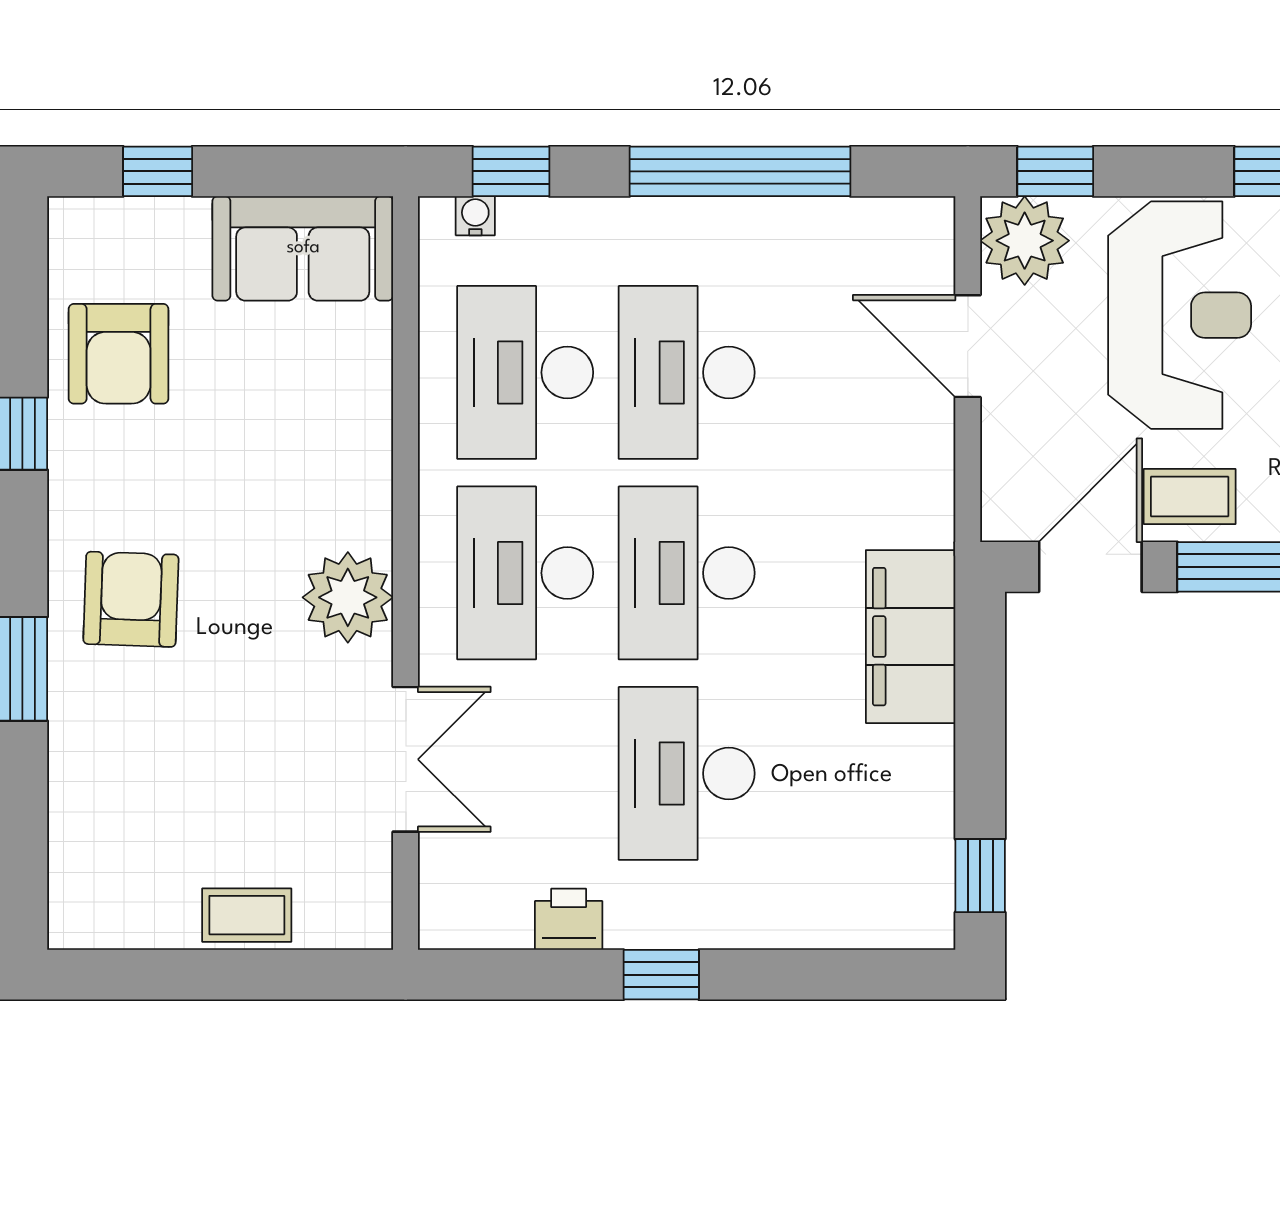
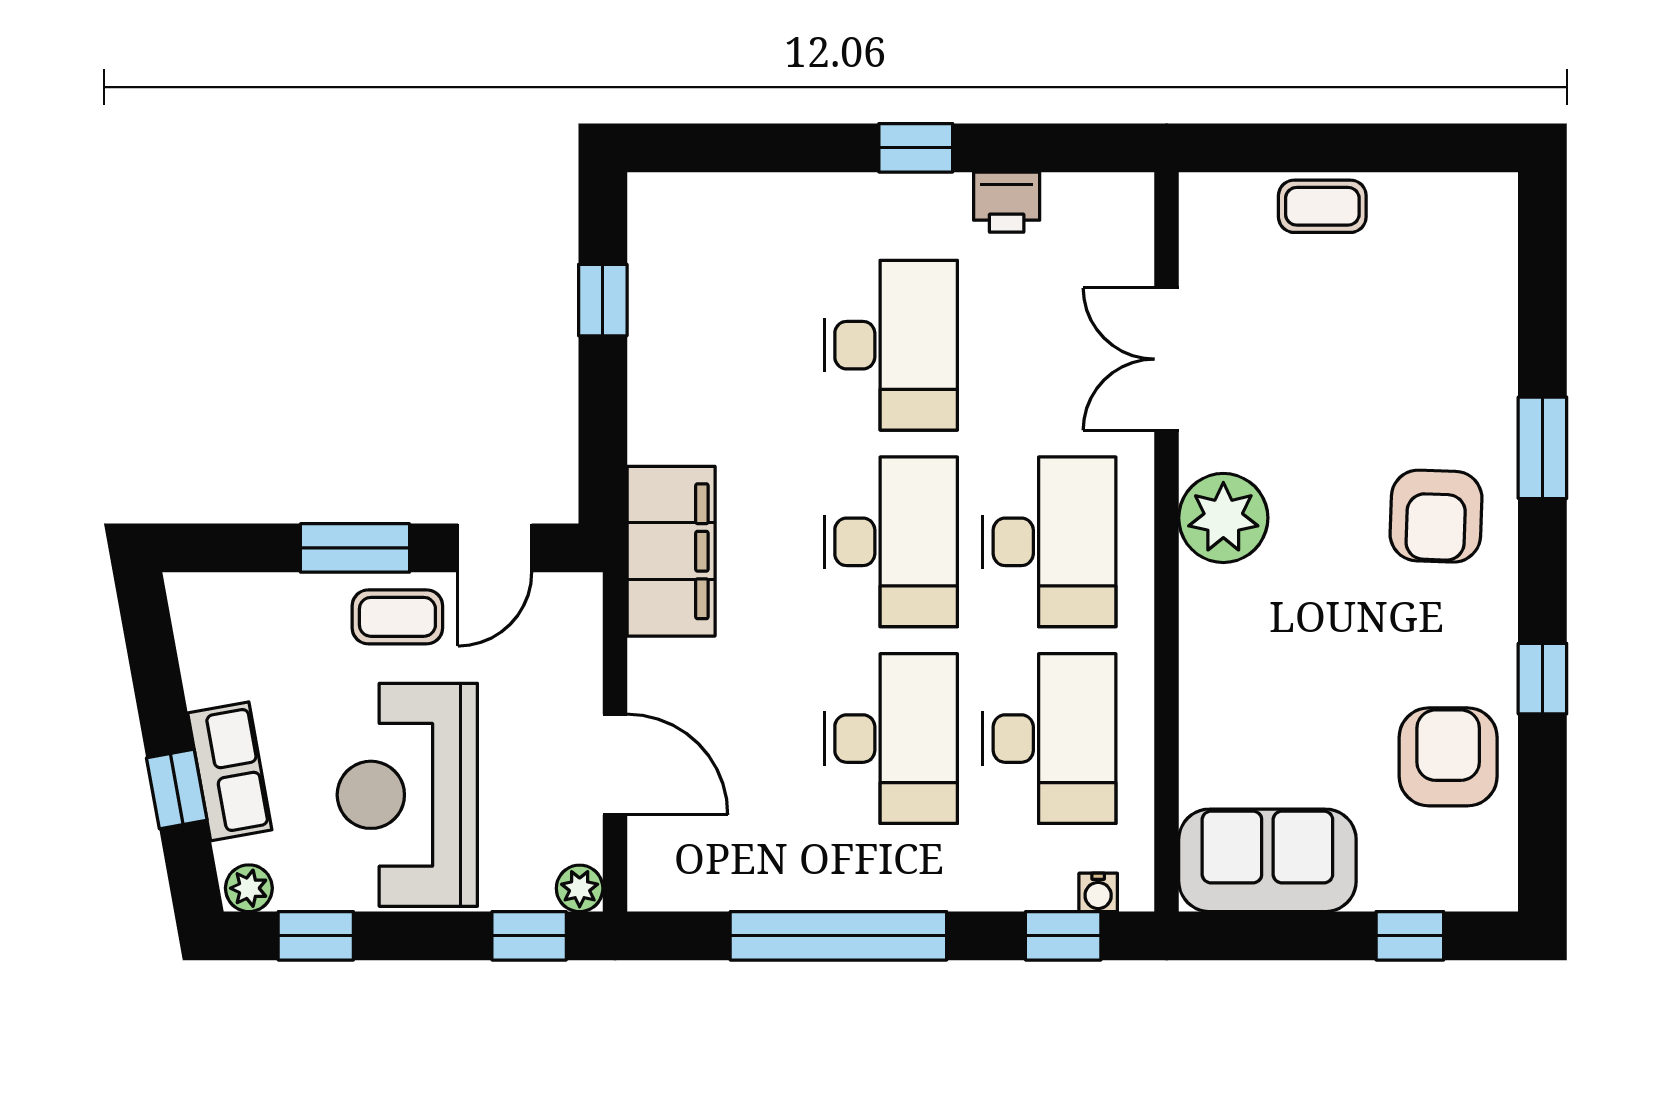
plant: (1025, 241) -> (580, 888), width x0.53, depth x0.53
door: (1090, 567) -> (495, 548), width x0.73
filing cabinet: (911, 637) -> (671, 551), moved
window: (980, 876) -> (603, 300), moved

